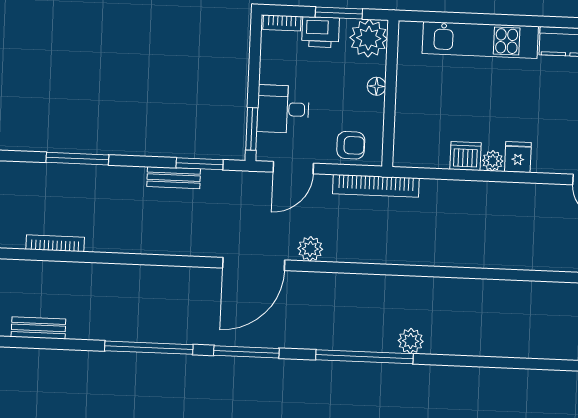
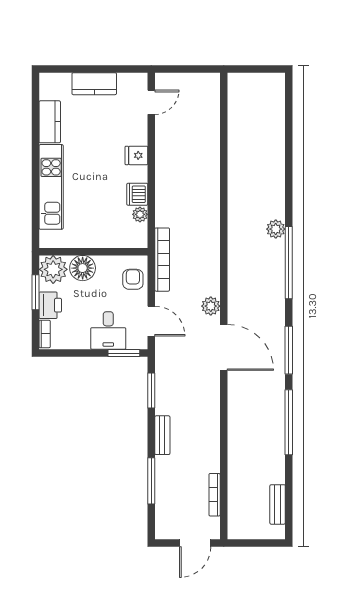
floor lamp: (377, 86) -> (83, 268), width x1.89, depth x1.89
plant: (493, 161) -> (140, 214), moved
bench: (174, 178) -> (162, 435), moved

